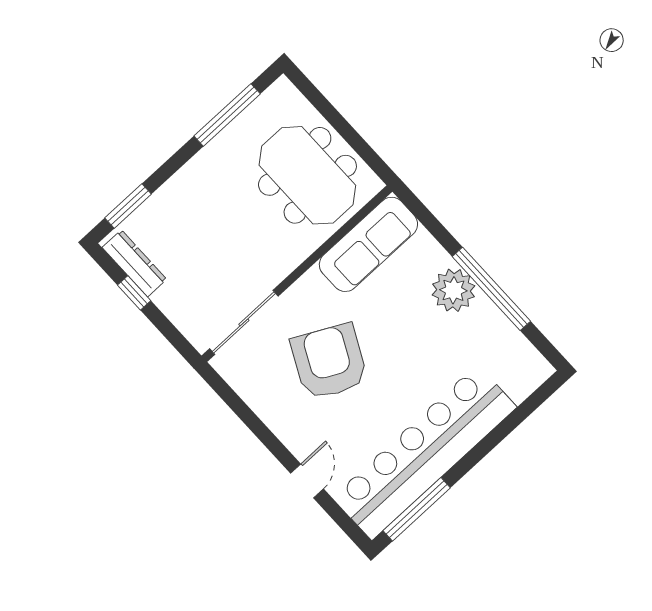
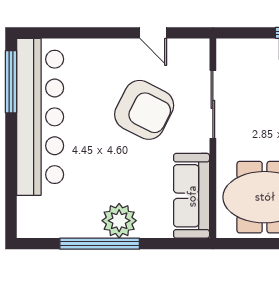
sliding door: (244, 322) -> (213, 104), moved
door: (307, 481) -> (153, 33), moved

